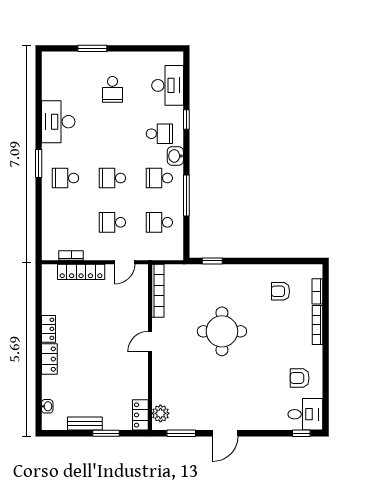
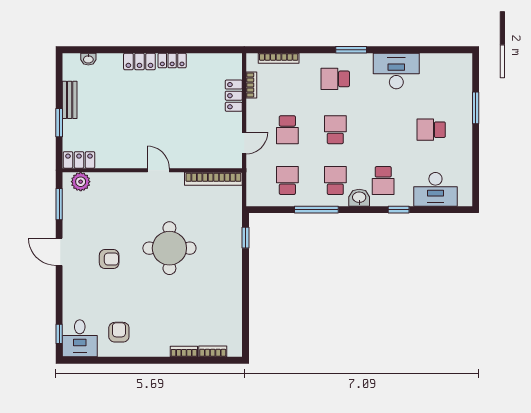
school desk: (65, 178) -> (335, 79), turned -90
school desk: (112, 222) -> (287, 130), turned 180
bookcase: (46, 230) -> (279, 58), added
door: (125, 262) -> (244, 143), swing flipped
locker: (81, 272) -> (234, 96), width x0.66
armchair: (280, 291) -> (109, 259), moved, turned 90
bookcase: (318, 325) -> (184, 352), width x0.64

